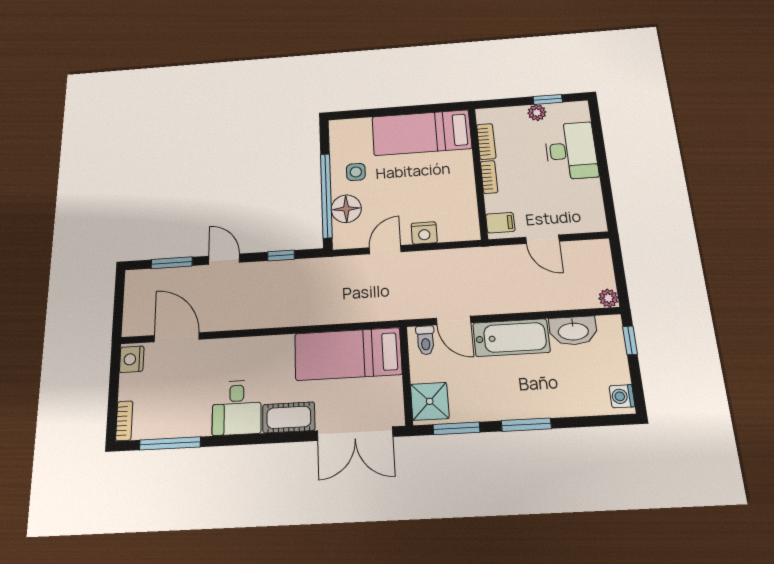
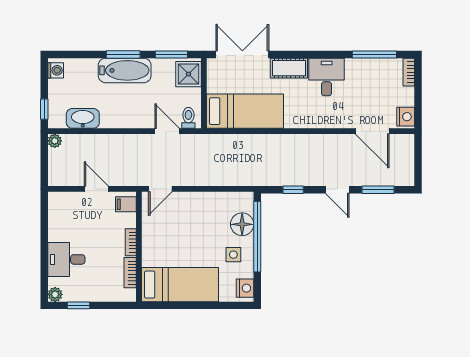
plant: (537, 113) -> (55, 294), moved
desk: (571, 151) -> (66, 259), width x0.73
nightstand: (424, 233) -> (245, 288), moved, turned 90
door: (385, 250) -> (160, 189), moved
bathtub: (511, 338) -> (125, 70), moved, turned 180

